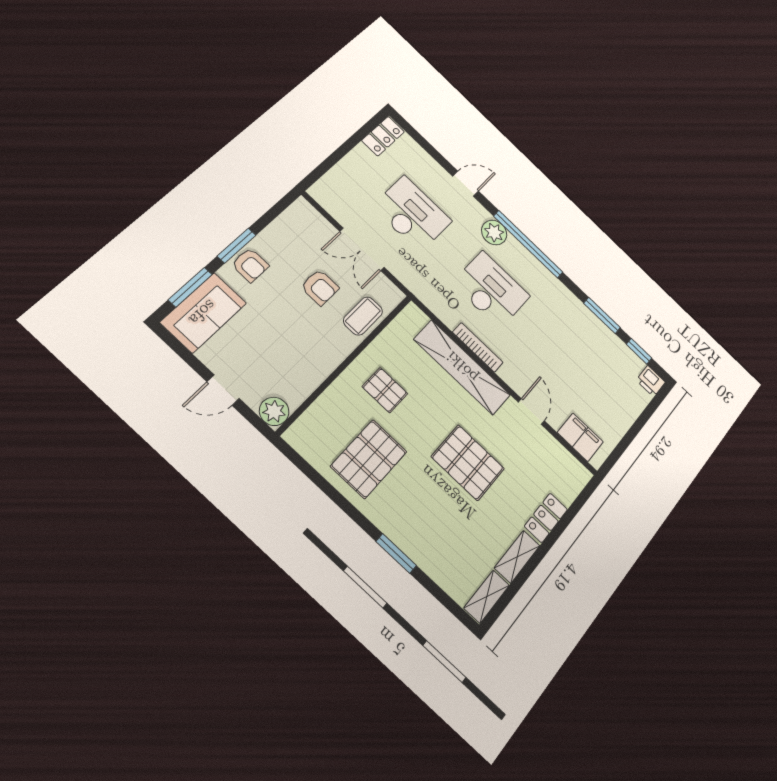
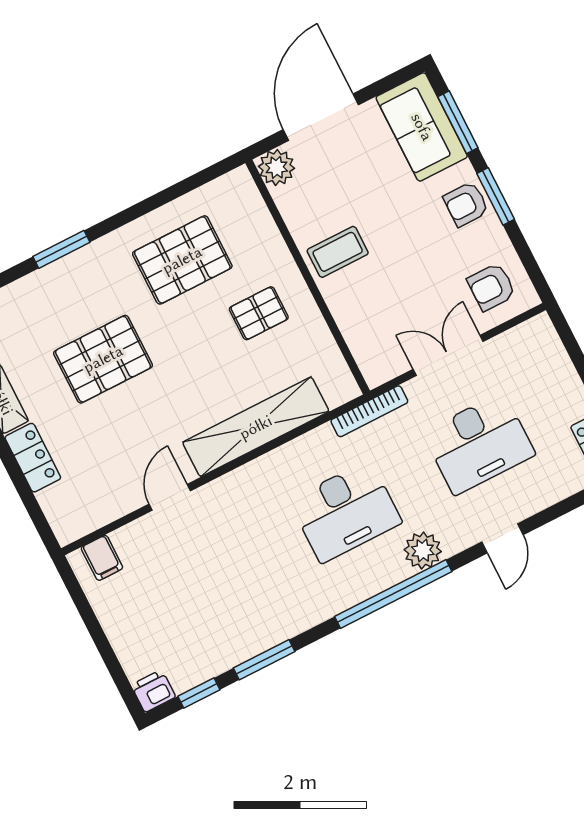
armchair: (320, 287) -> (491, 287), moved
coffee table: (363, 316) -> (338, 252), moved, turned 90
bookcase: (478, 347) -> (369, 411), moved
door: (223, 390) -> (321, 117), width x1.88
door: (531, 411) -> (170, 497), swing flipped
filing cabinet: (580, 437) -> (102, 558), width x0.50
pallet: (369, 459) -> (182, 260), turned 90
pallet: (468, 463) -> (103, 359), moved

